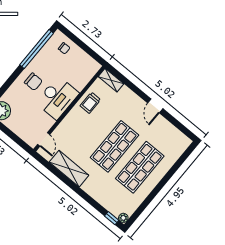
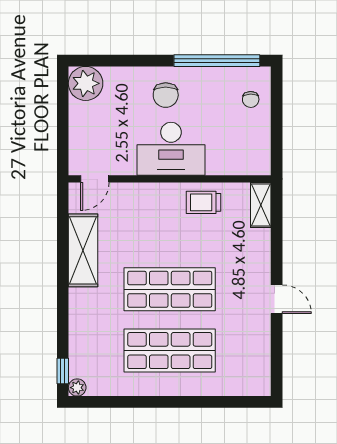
door: (155, 106) -> (277, 299), swing flipped

